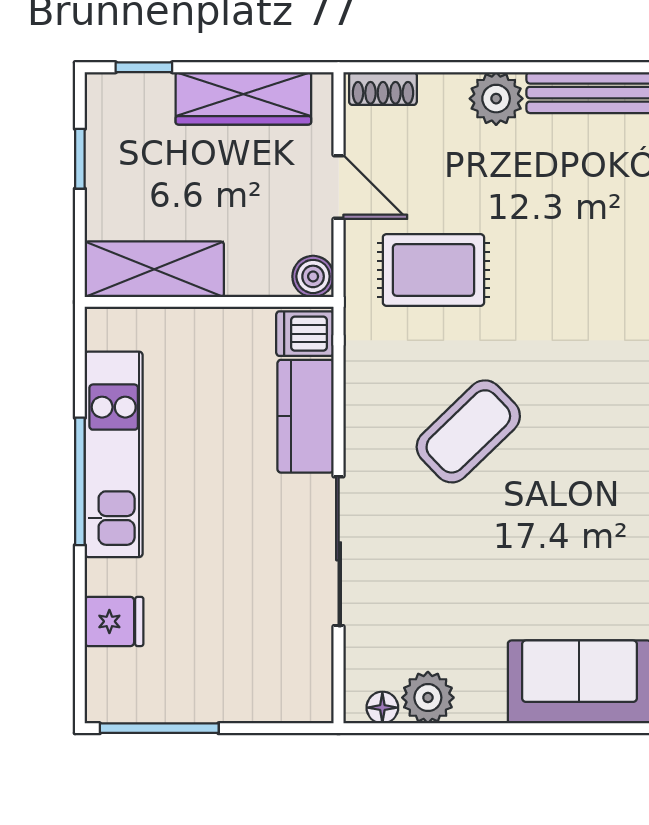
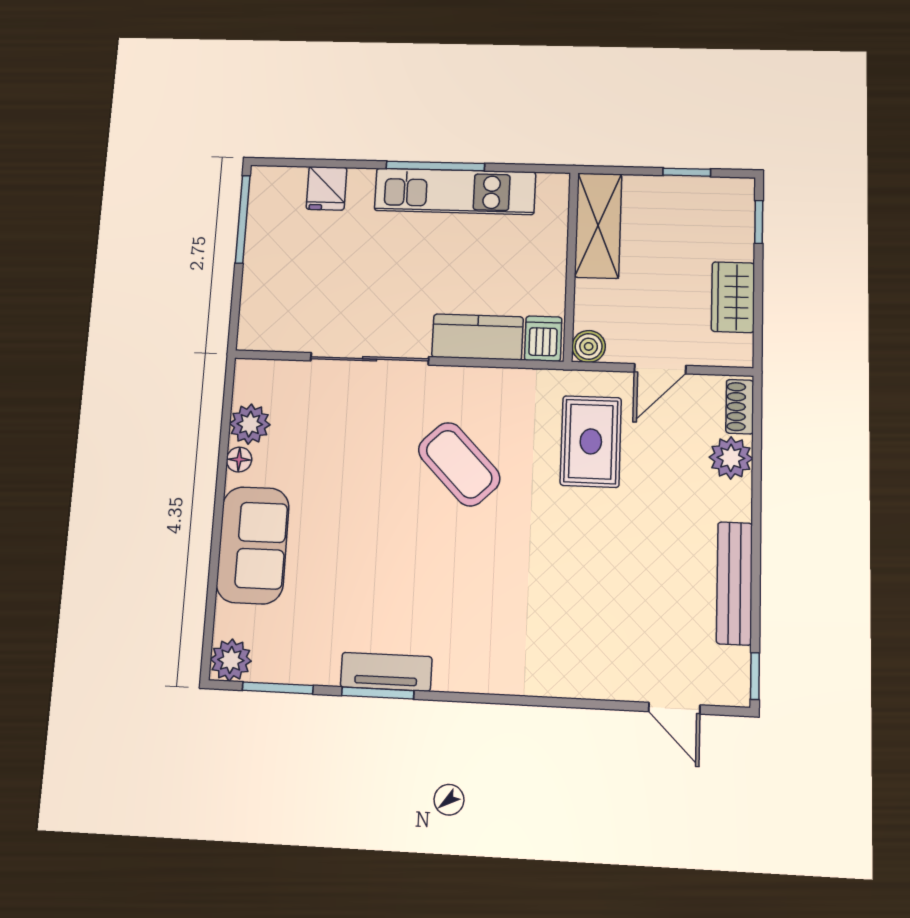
wardrobe: (243, 98) -> (733, 297), width x0.67
plant: (496, 99) -> (731, 458), moved
floor lamp: (382, 708) -> (239, 460), moved

